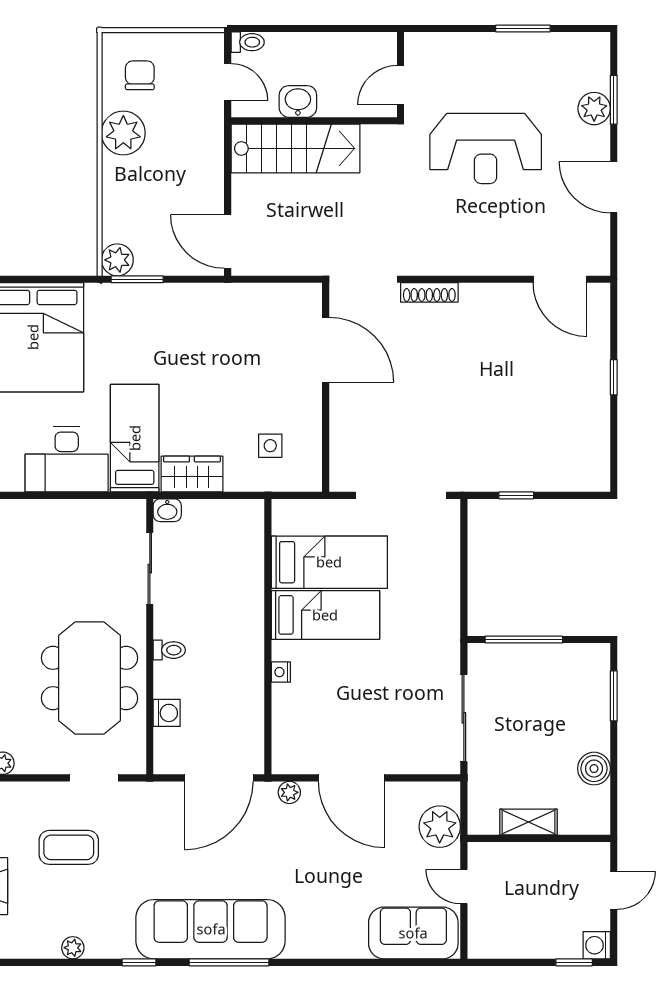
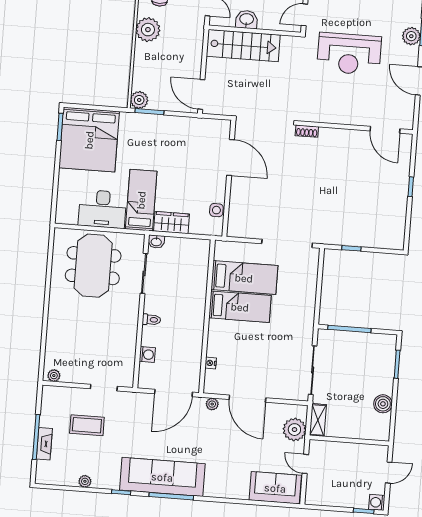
shoe rack: (429, 292) -> (307, 131), width x0.70
door: (326, 350) -> (230, 157), moved
wall: (326, 387) -> (229, 178), moved
nightstand: (281, 672) -> (211, 363), moved
meeting table: (90, 678) -> (93, 266), moved
shelving: (528, 822) -> (318, 420), moved, turned 90

